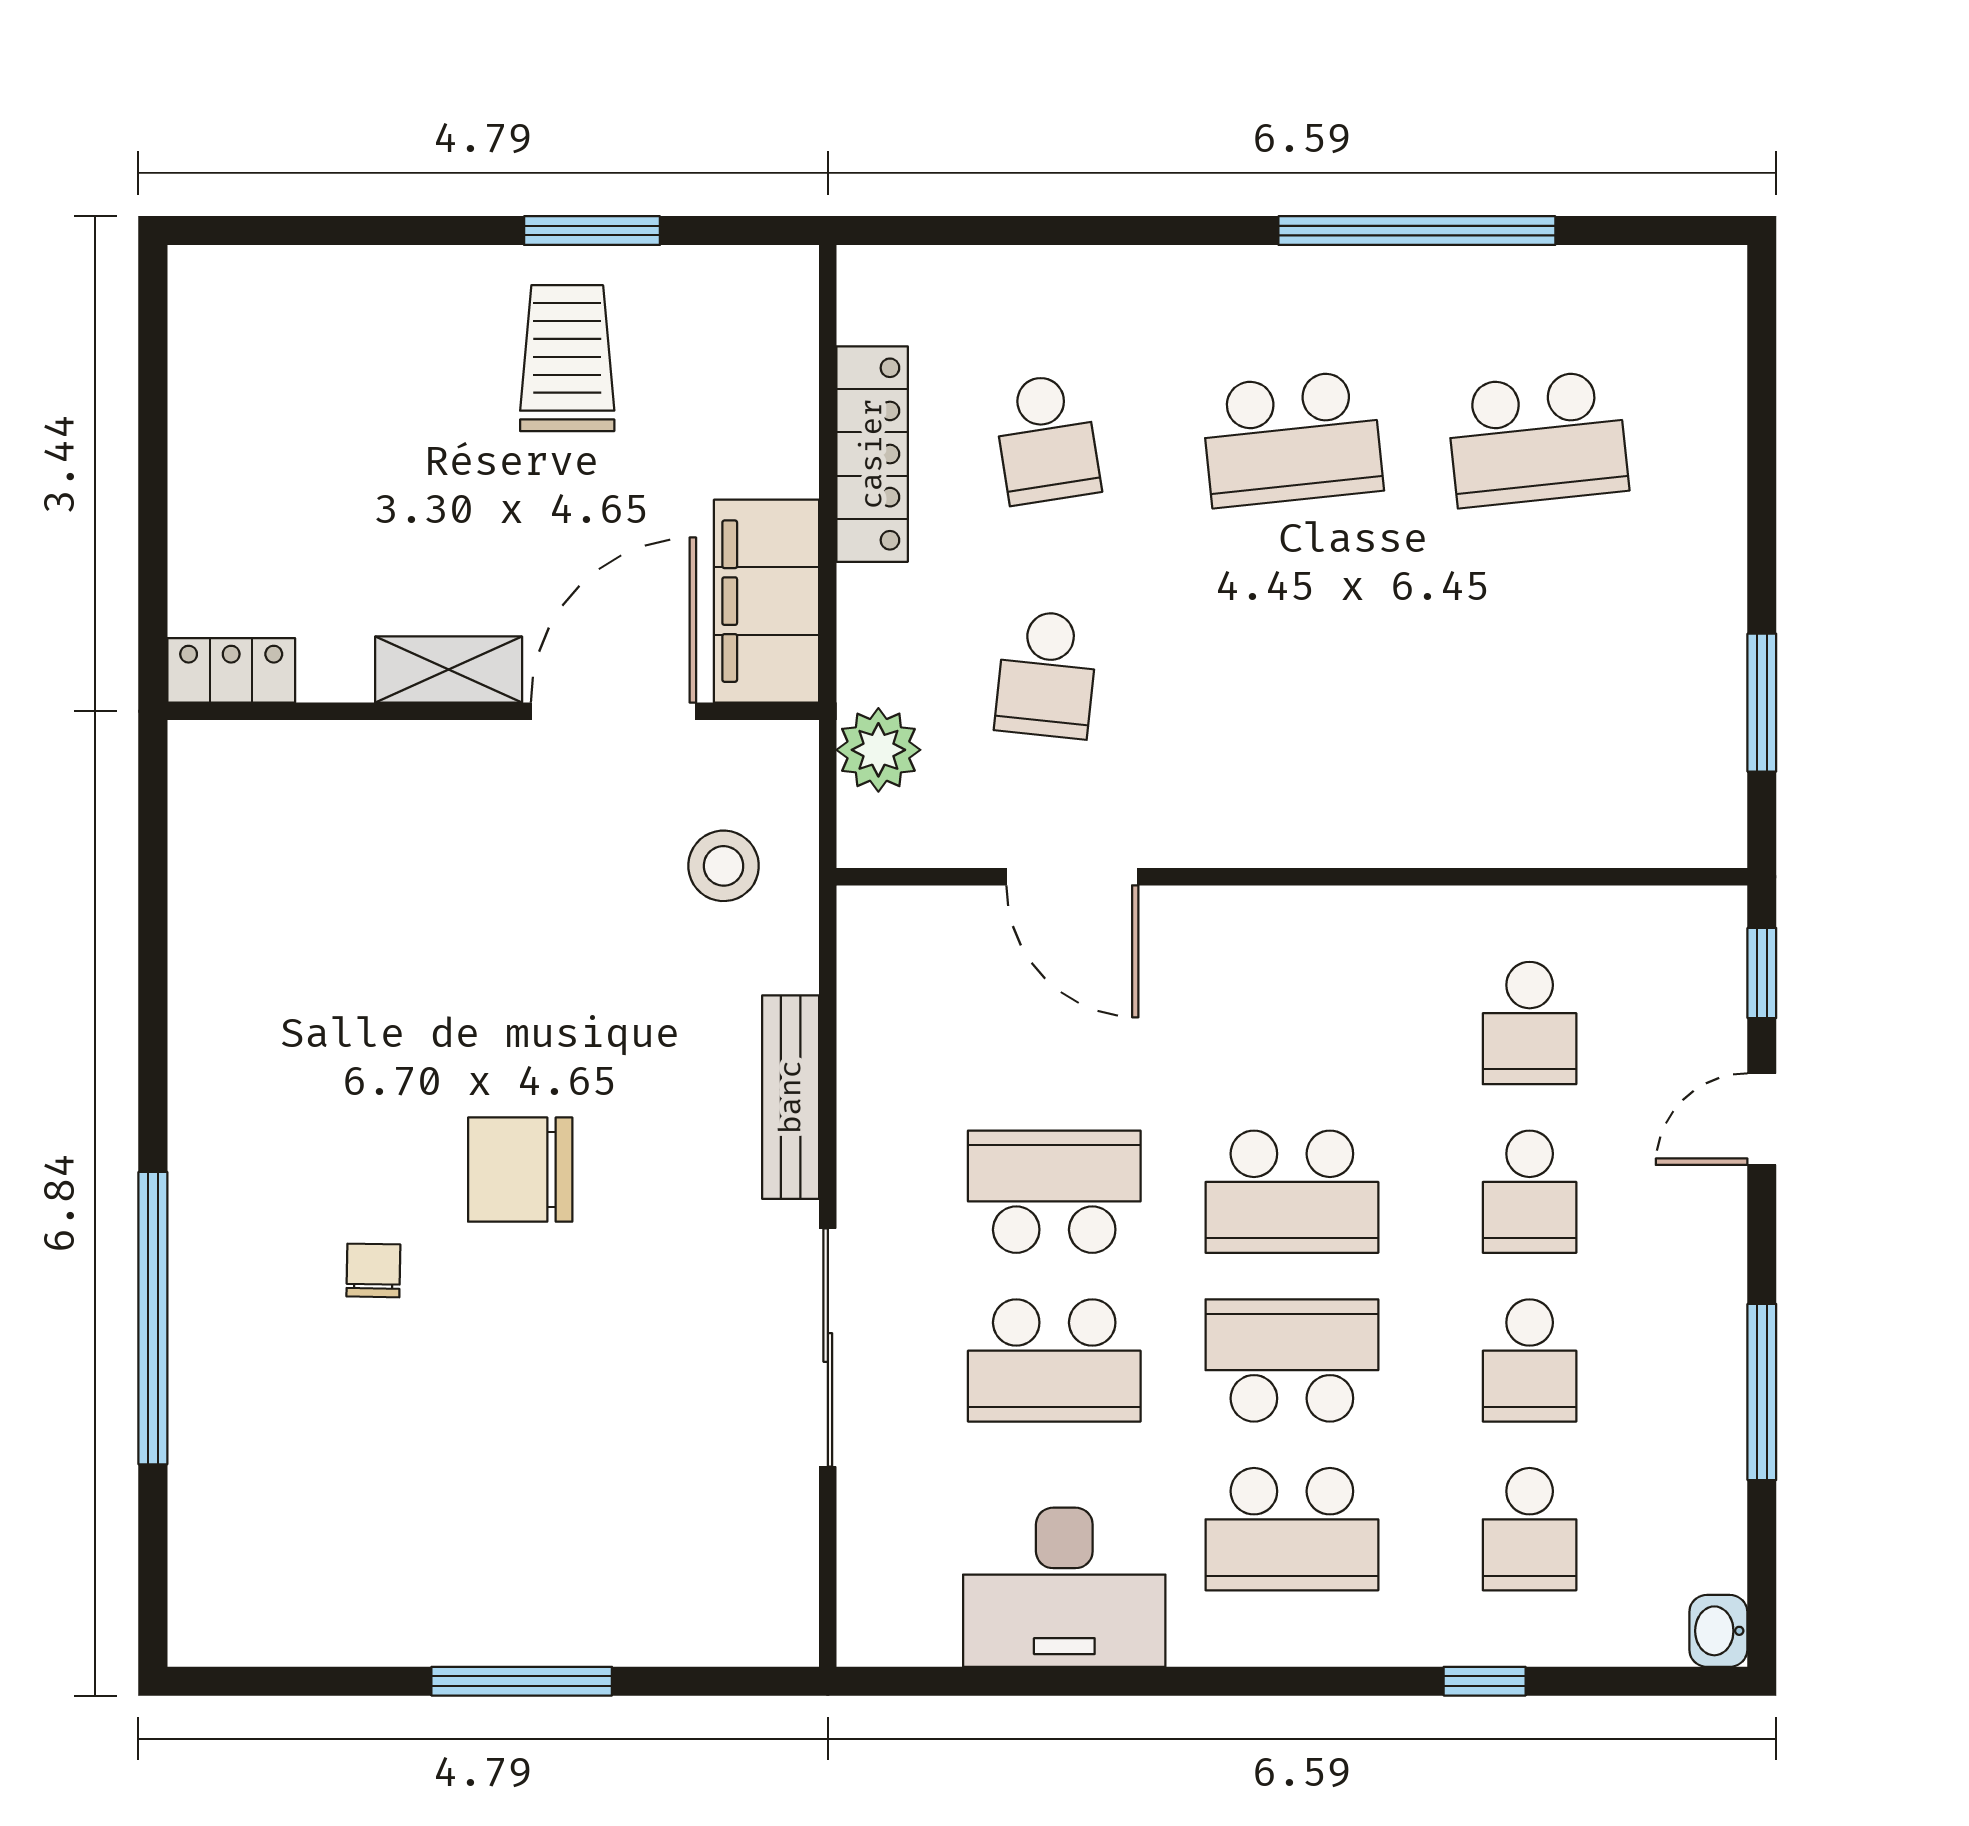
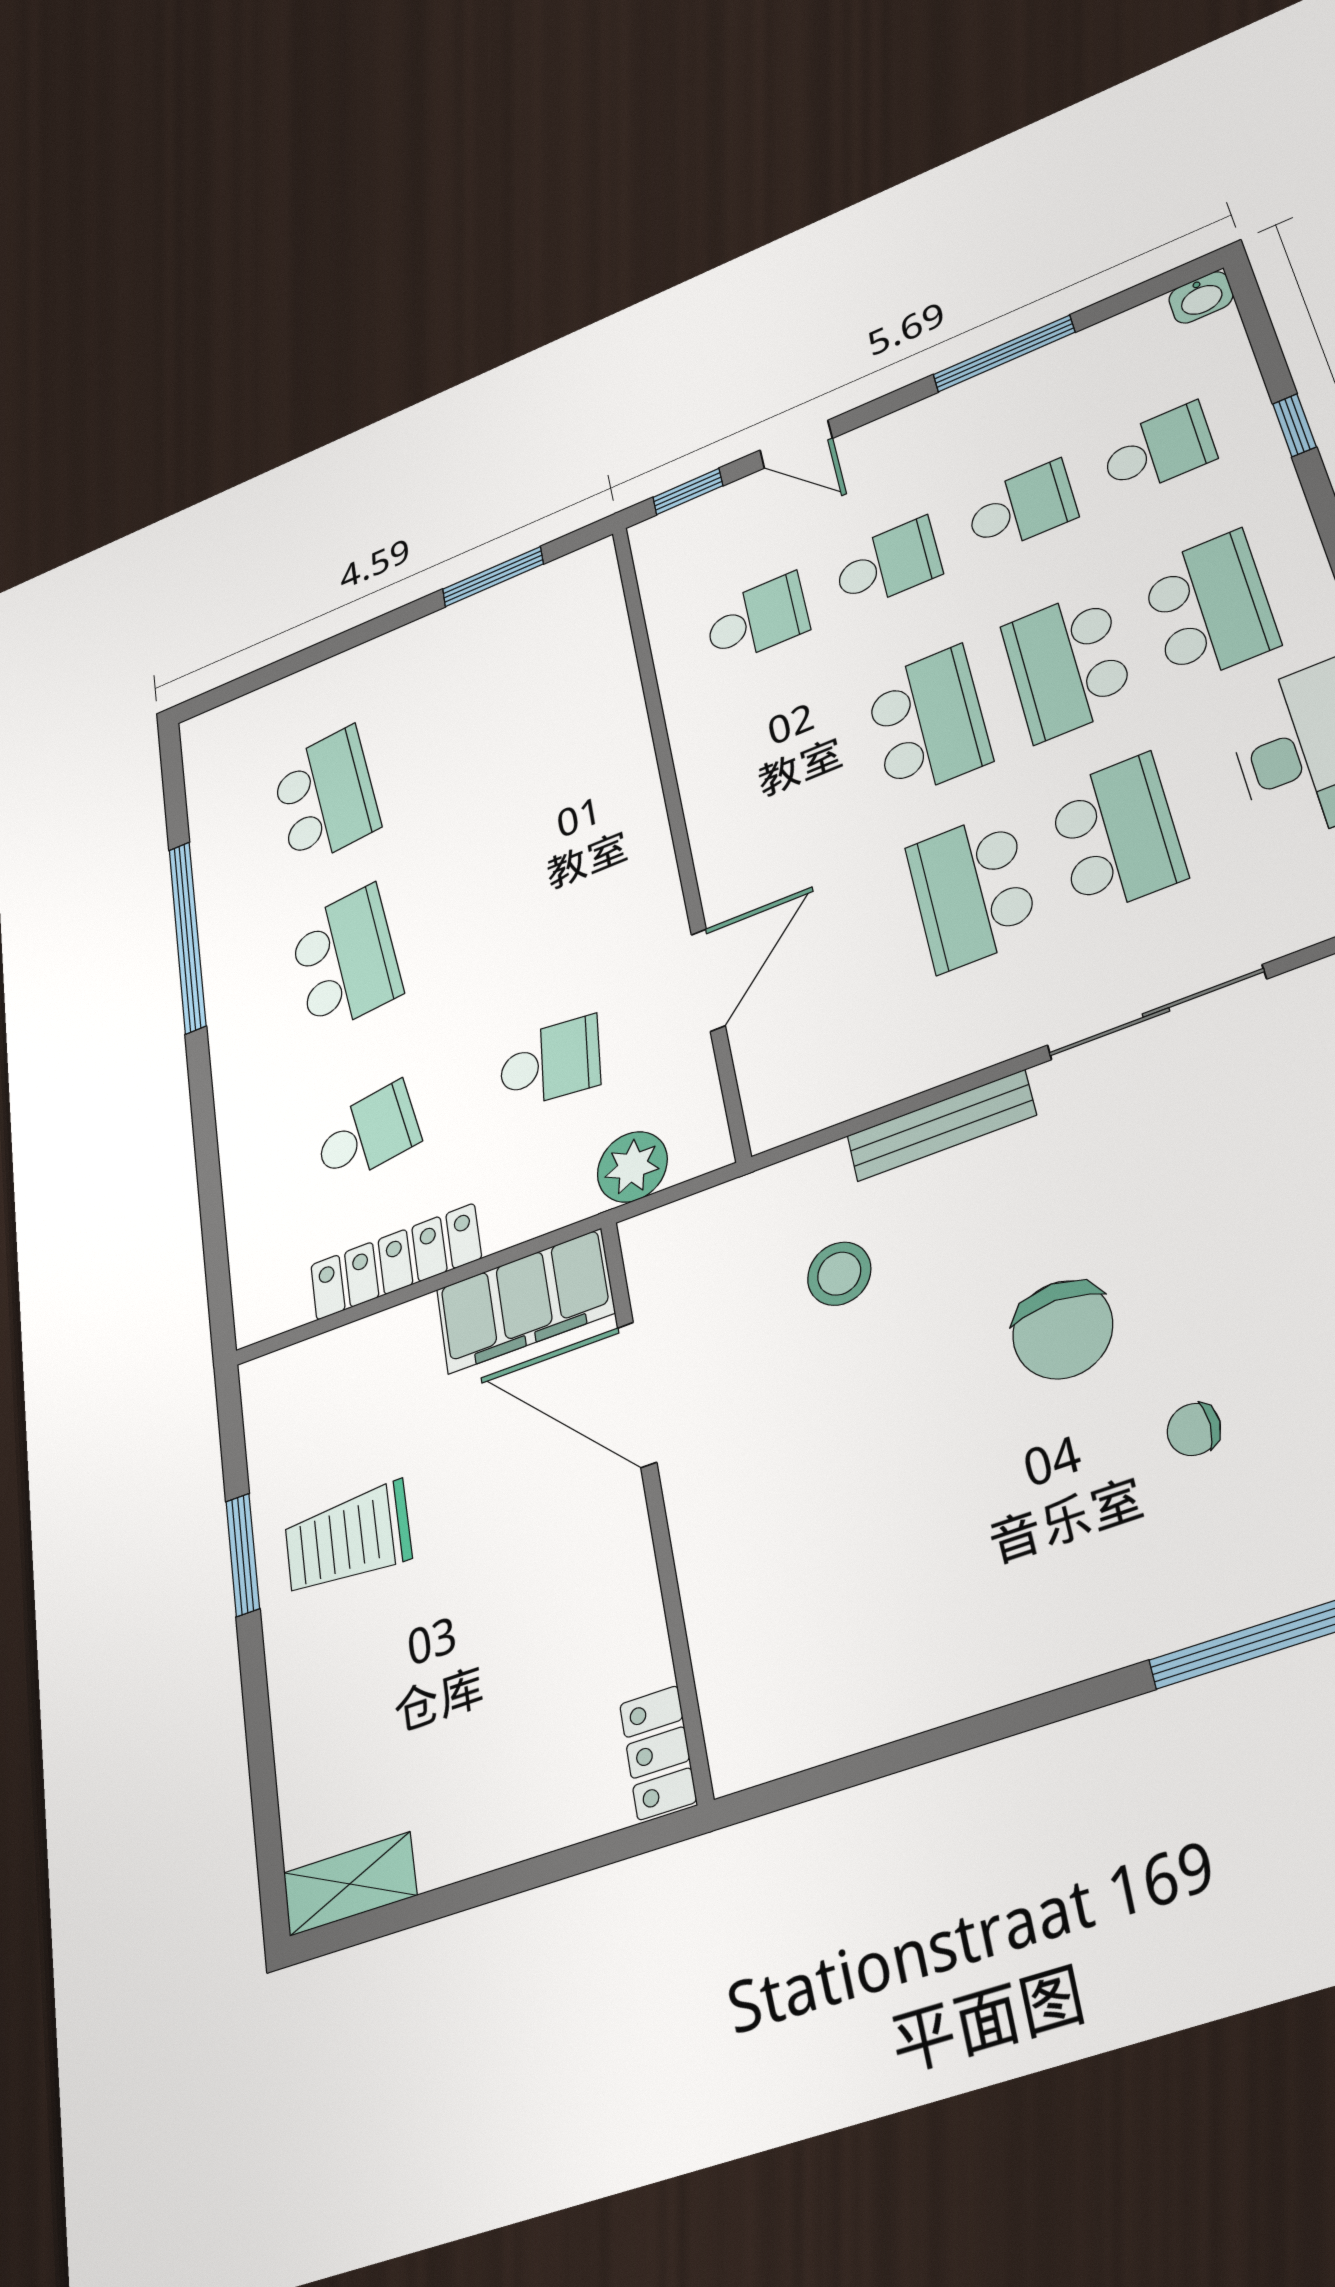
shelving: (449, 670) -> (350, 1884), moved, turned 90
stool: (724, 866) -> (839, 1274), moved

